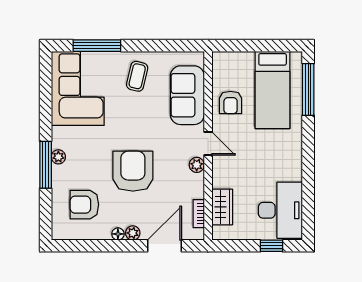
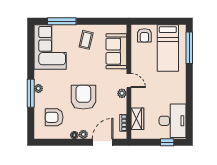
armchair: (231, 103) -> (144, 35), moved

